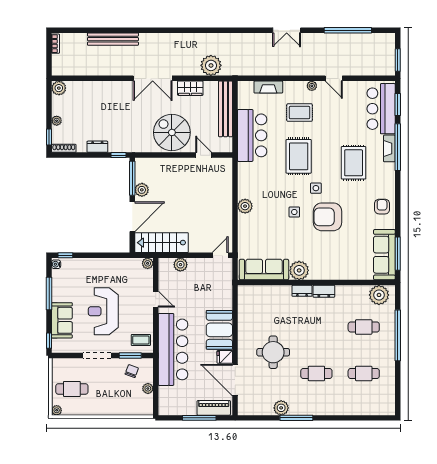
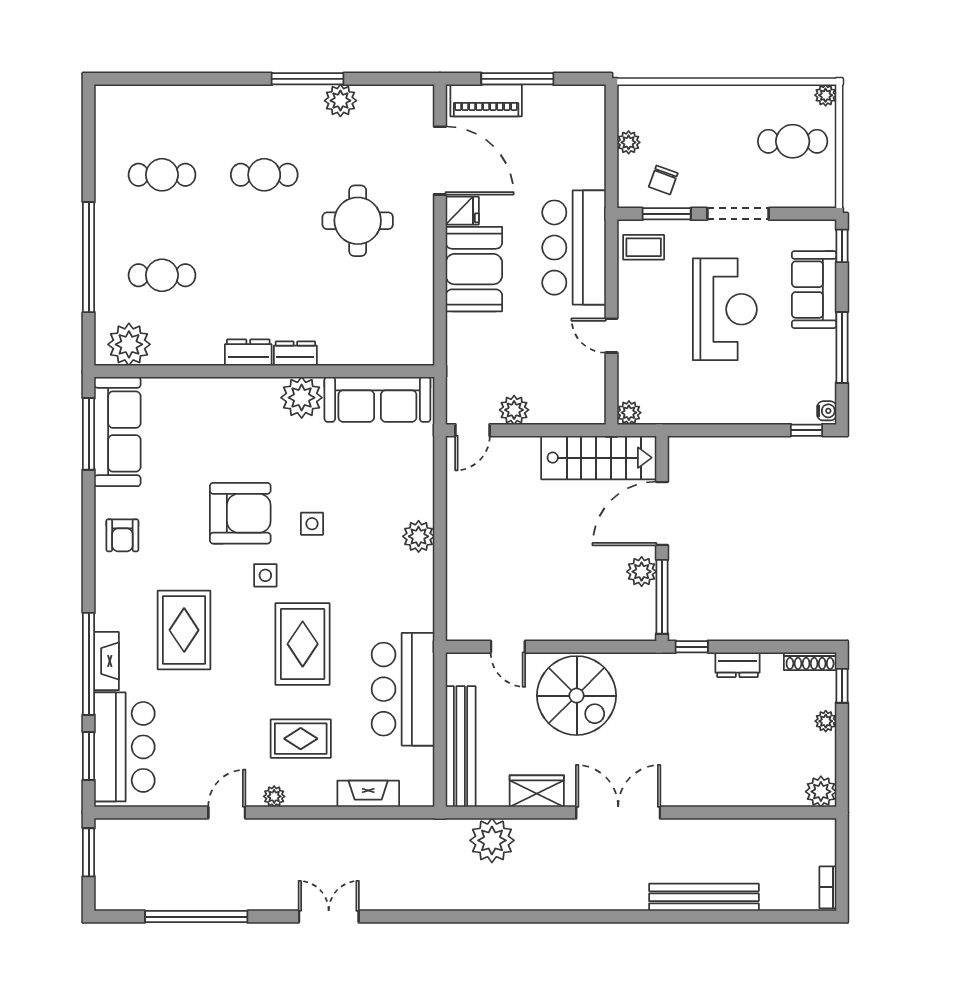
door: (334, 78) -> (227, 813), hinge flipped
plant: (180, 265) -> (514, 410), moved
bar counter: (173, 349) -> (574, 248), width x0.73

